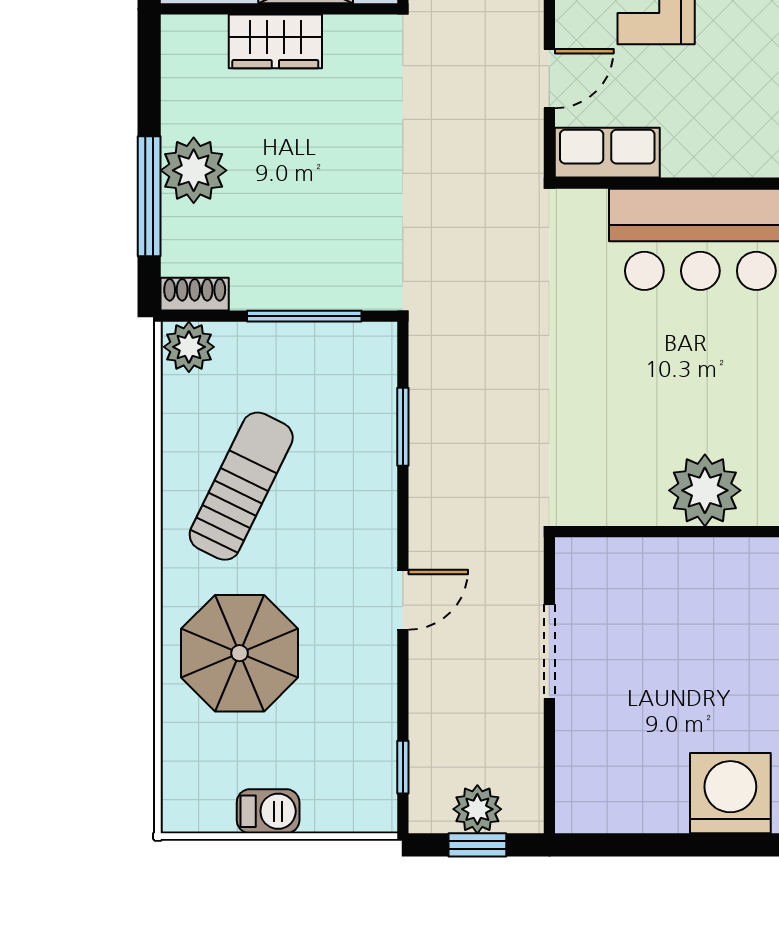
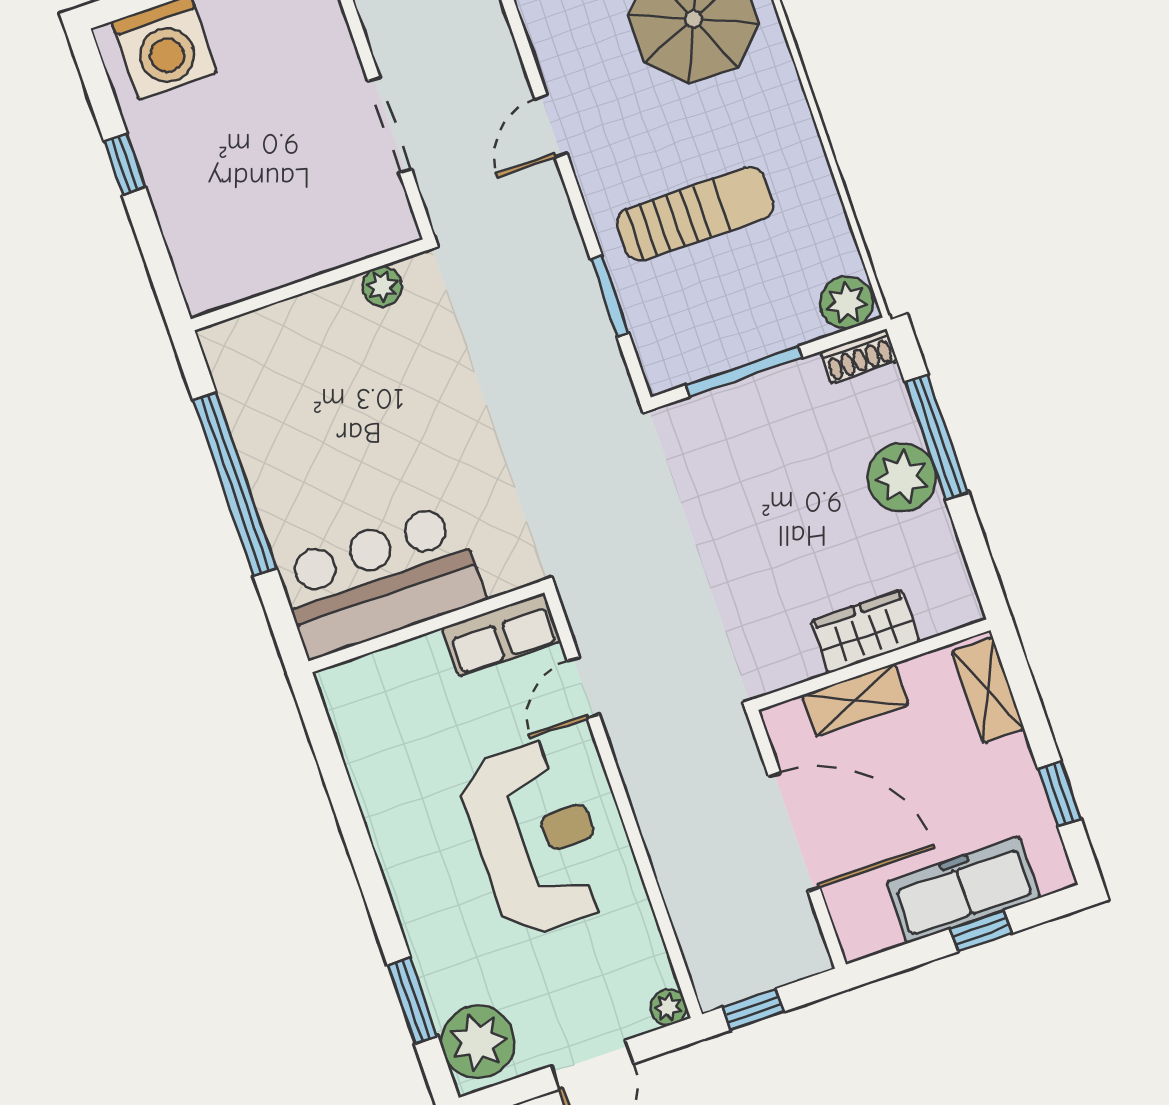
sun lounger: (241, 486) -> (695, 214), moved, turned -116
plant: (705, 490) -> (382, 286), moved, width x0.53, depth x0.53

